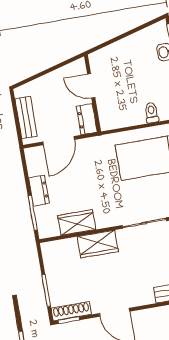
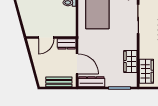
dresser: (39, 191) -> (91, 82), moved, width x1.44
wardrobe: (98, 244) -> (146, 71), moved

